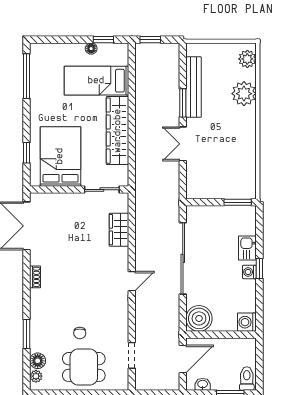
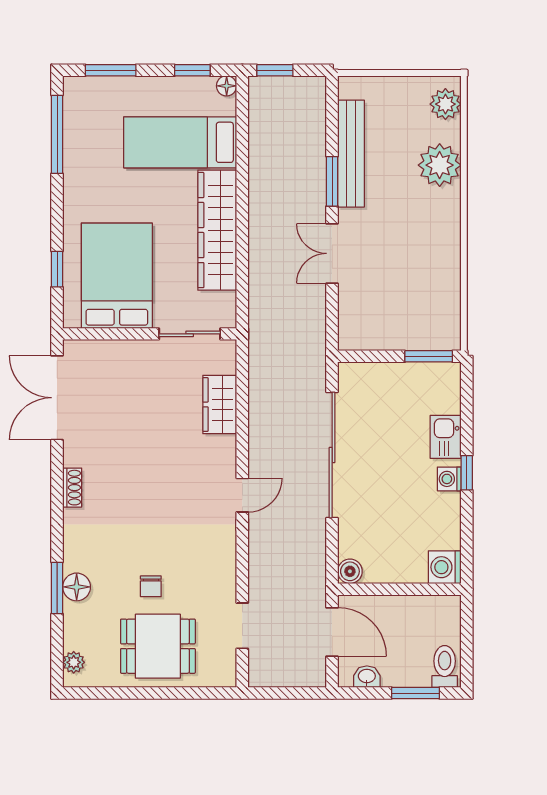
window: (57, 40) -> (111, 70), added
floor lamp: (91, 49) -> (227, 86), moved
boiler: (199, 318) -> (350, 571), width x0.54, depth x0.54
door: (183, 359) -> (332, 632), hinge flipped
floor lamp: (38, 361) -> (77, 587), moved

